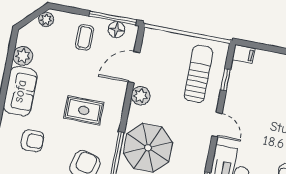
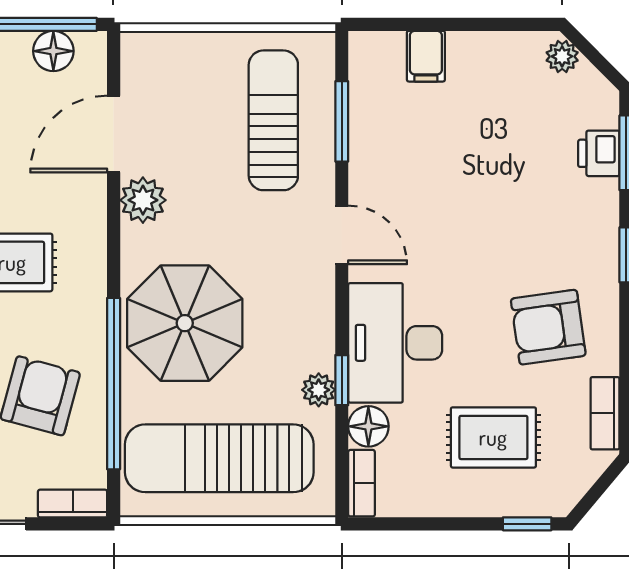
filing cabinet: (244, 54) -> (426, 56), moved, turned 90
window: (226, 80) -> (342, 121), width x1.50

